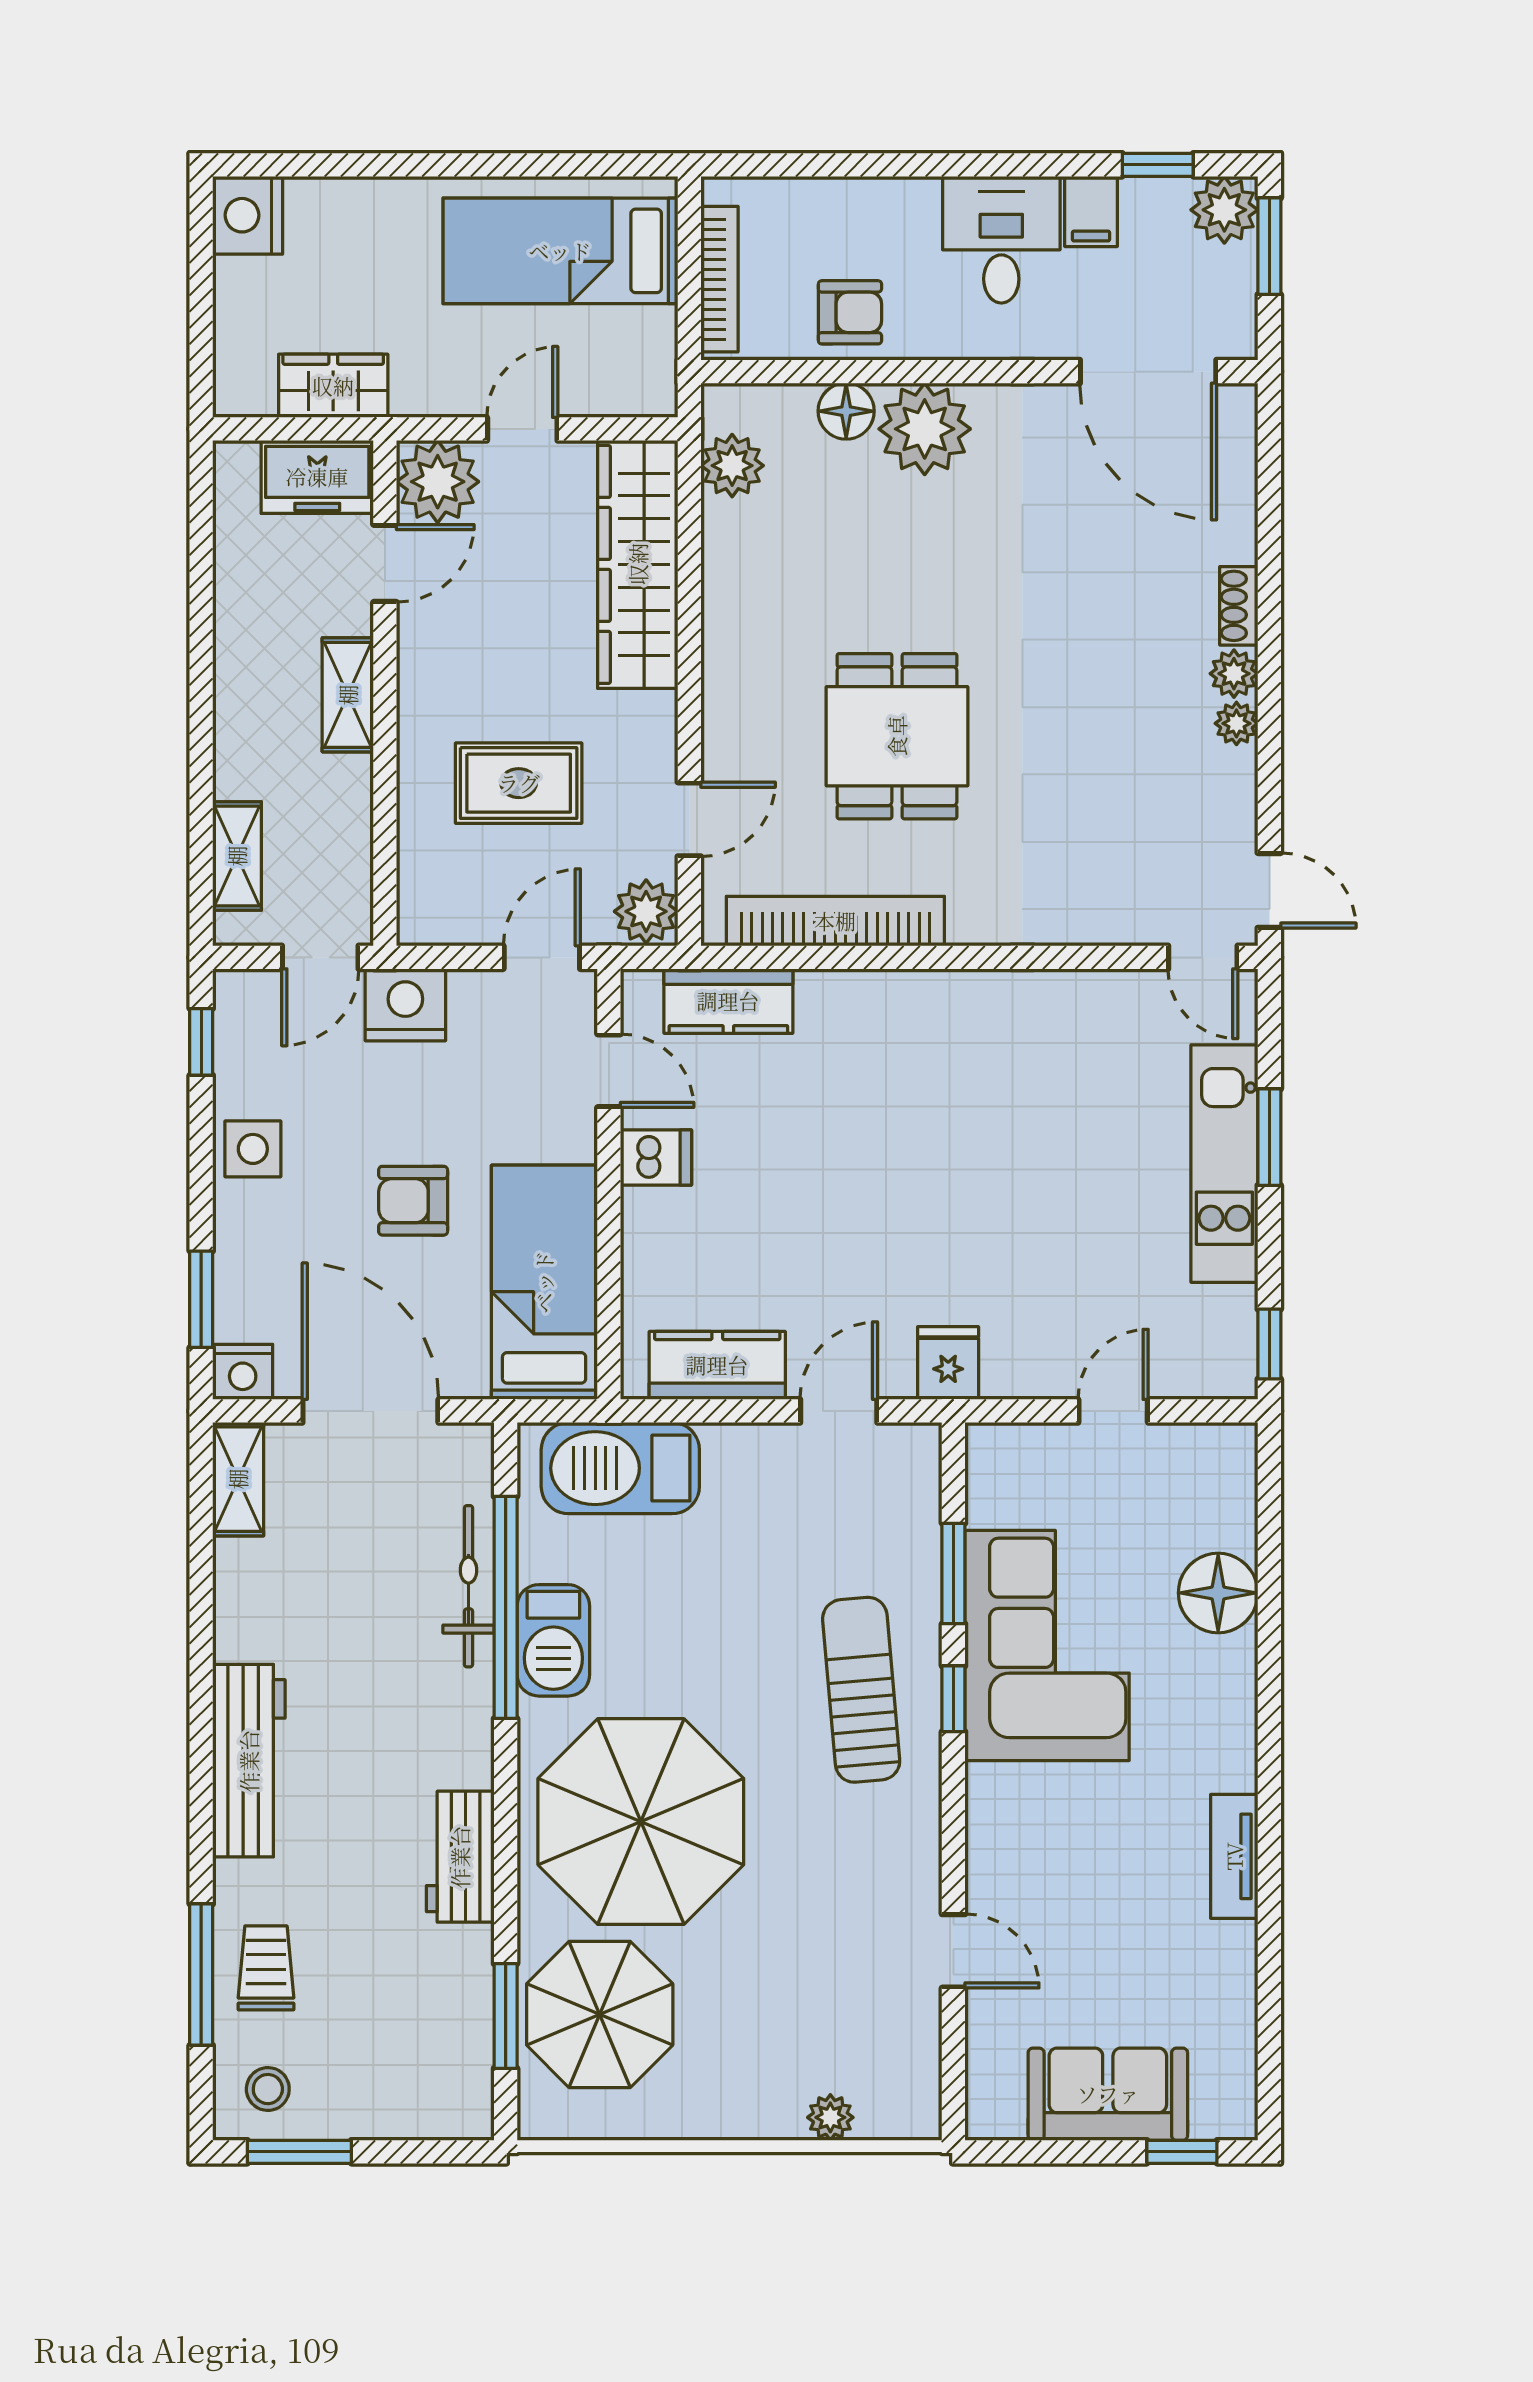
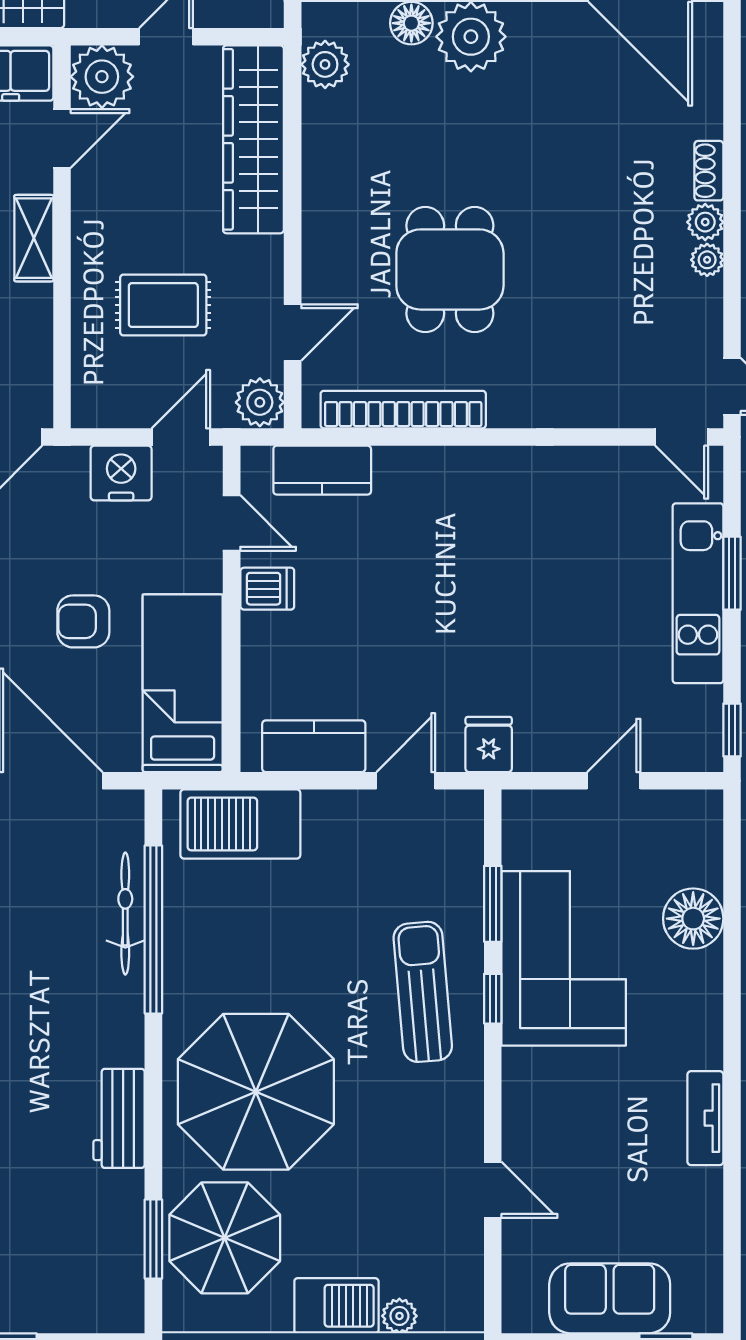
nightstand: (405, 1005) -> (121, 473), moved
barbecue: (553, 1640) -> (336, 1306), moved, turned -90

